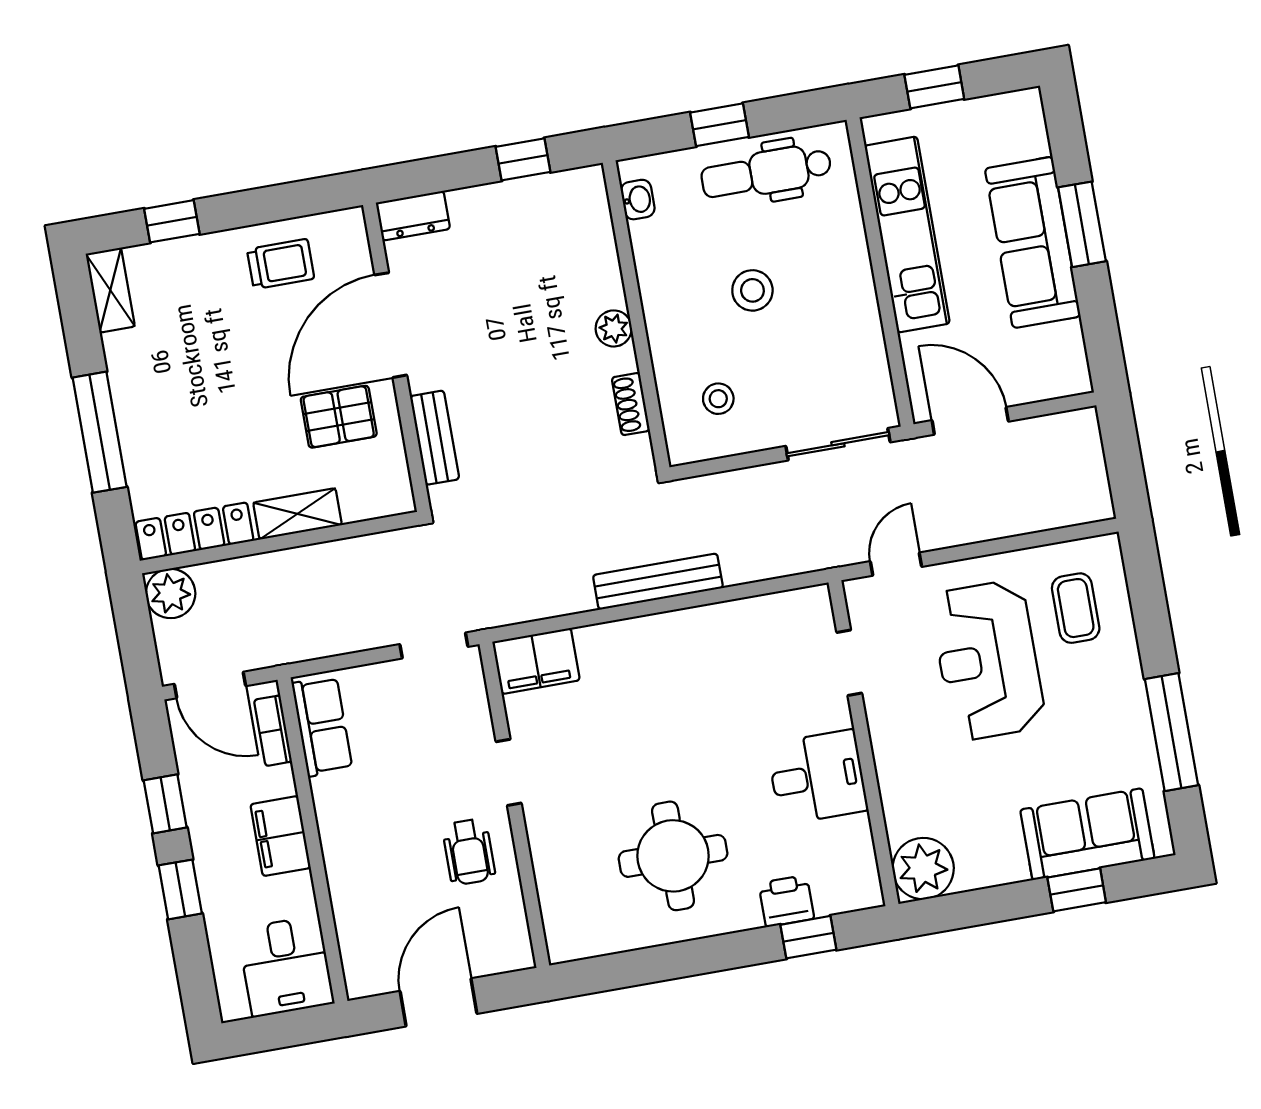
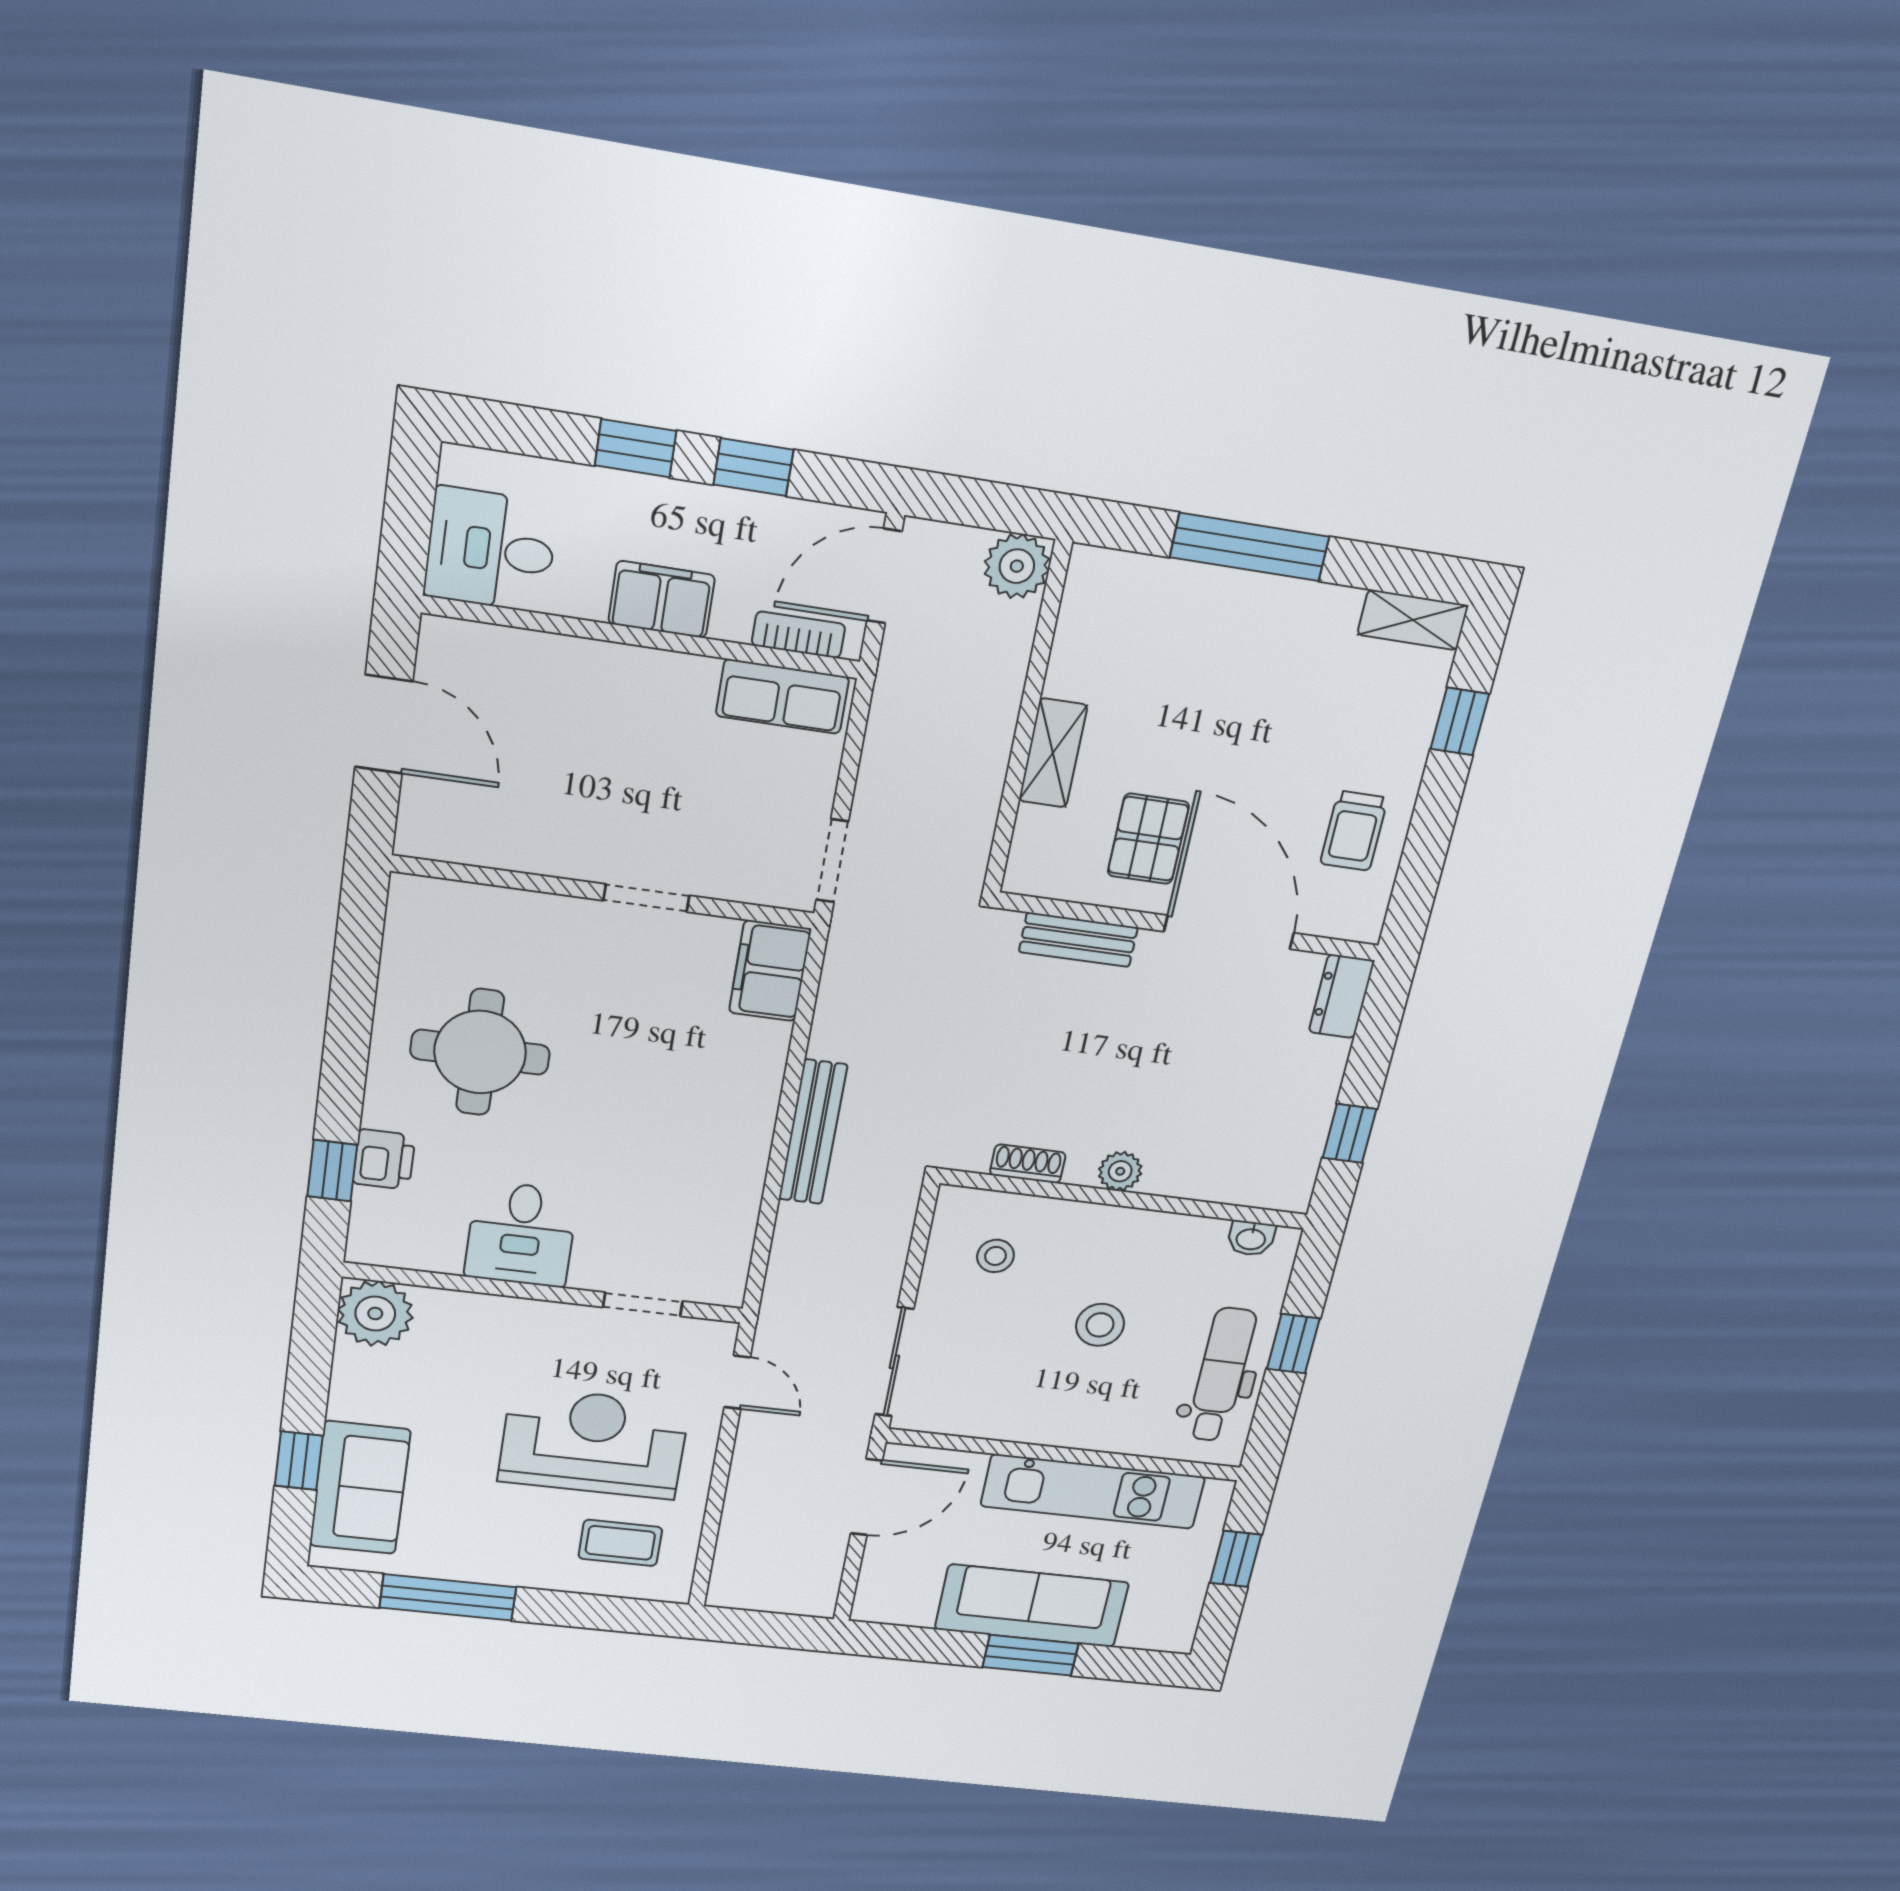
locker: (194, 531) -> (1082, 622), removed
wheelchair: (469, 852) -> (564, 821), removed

